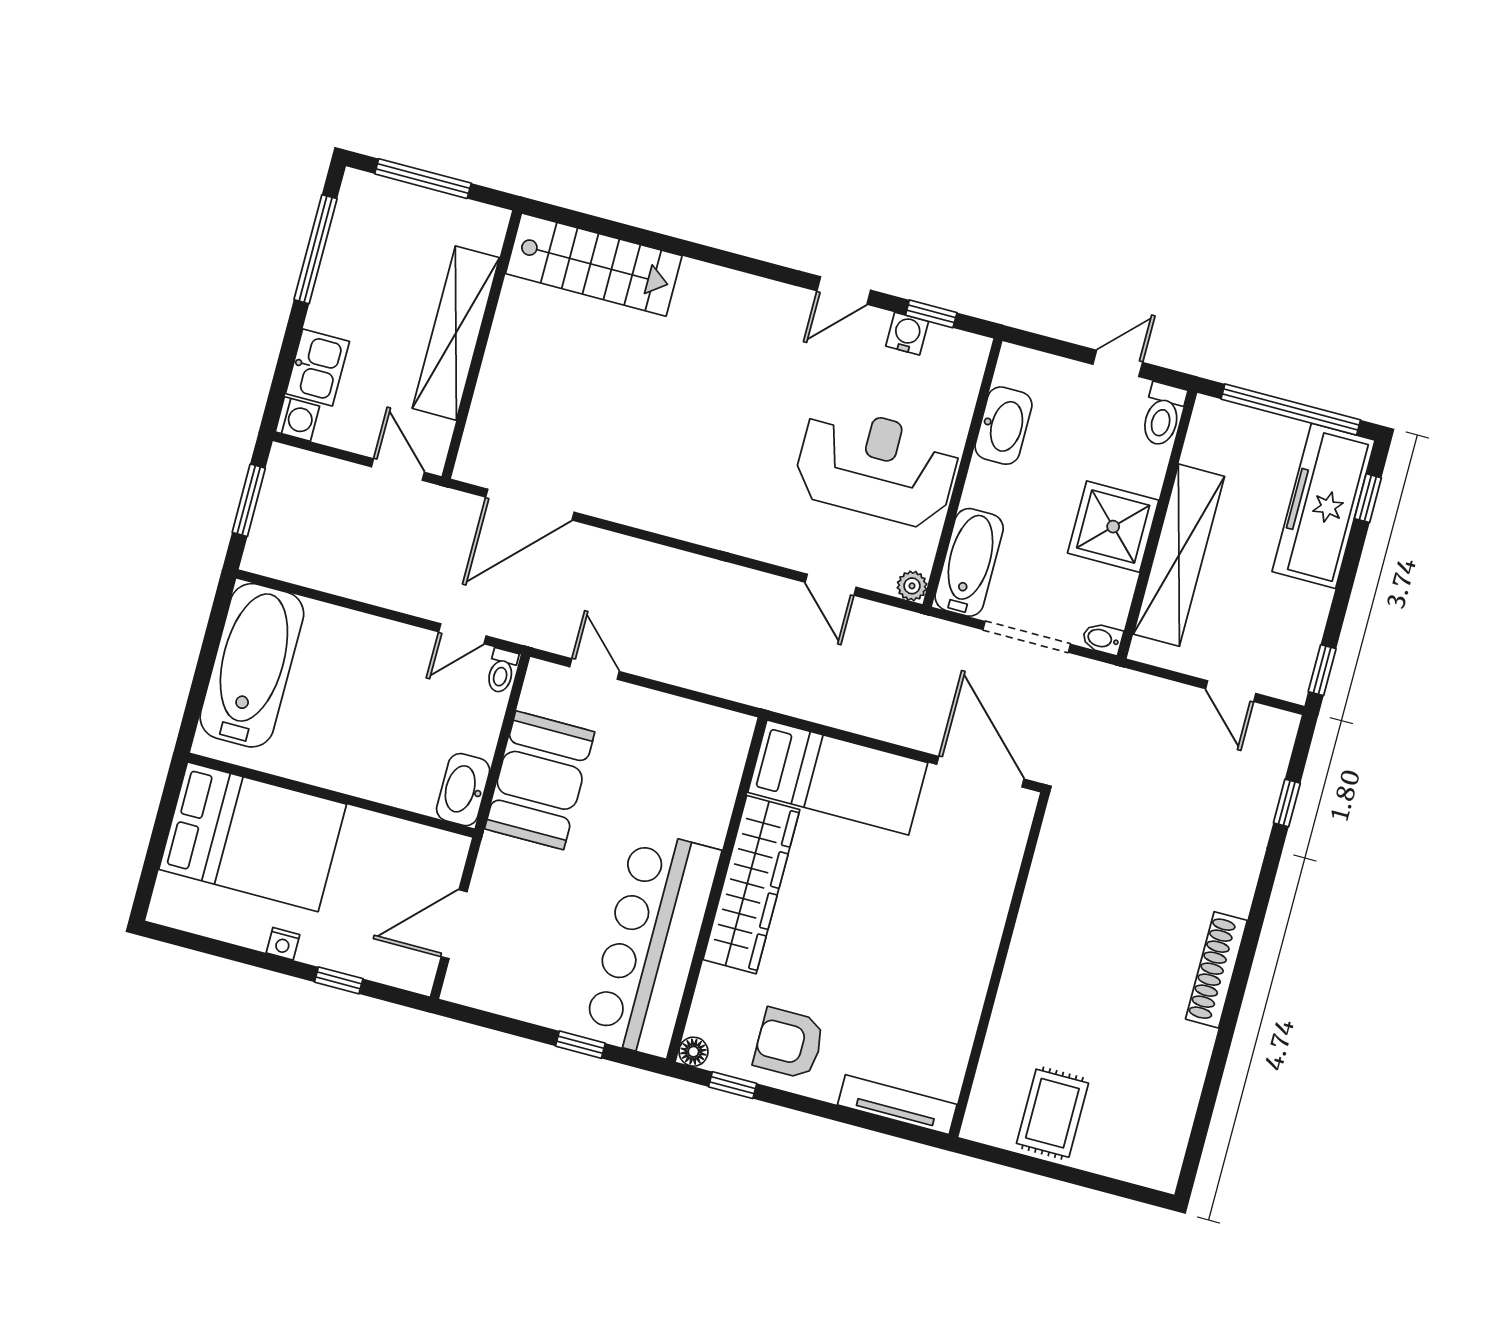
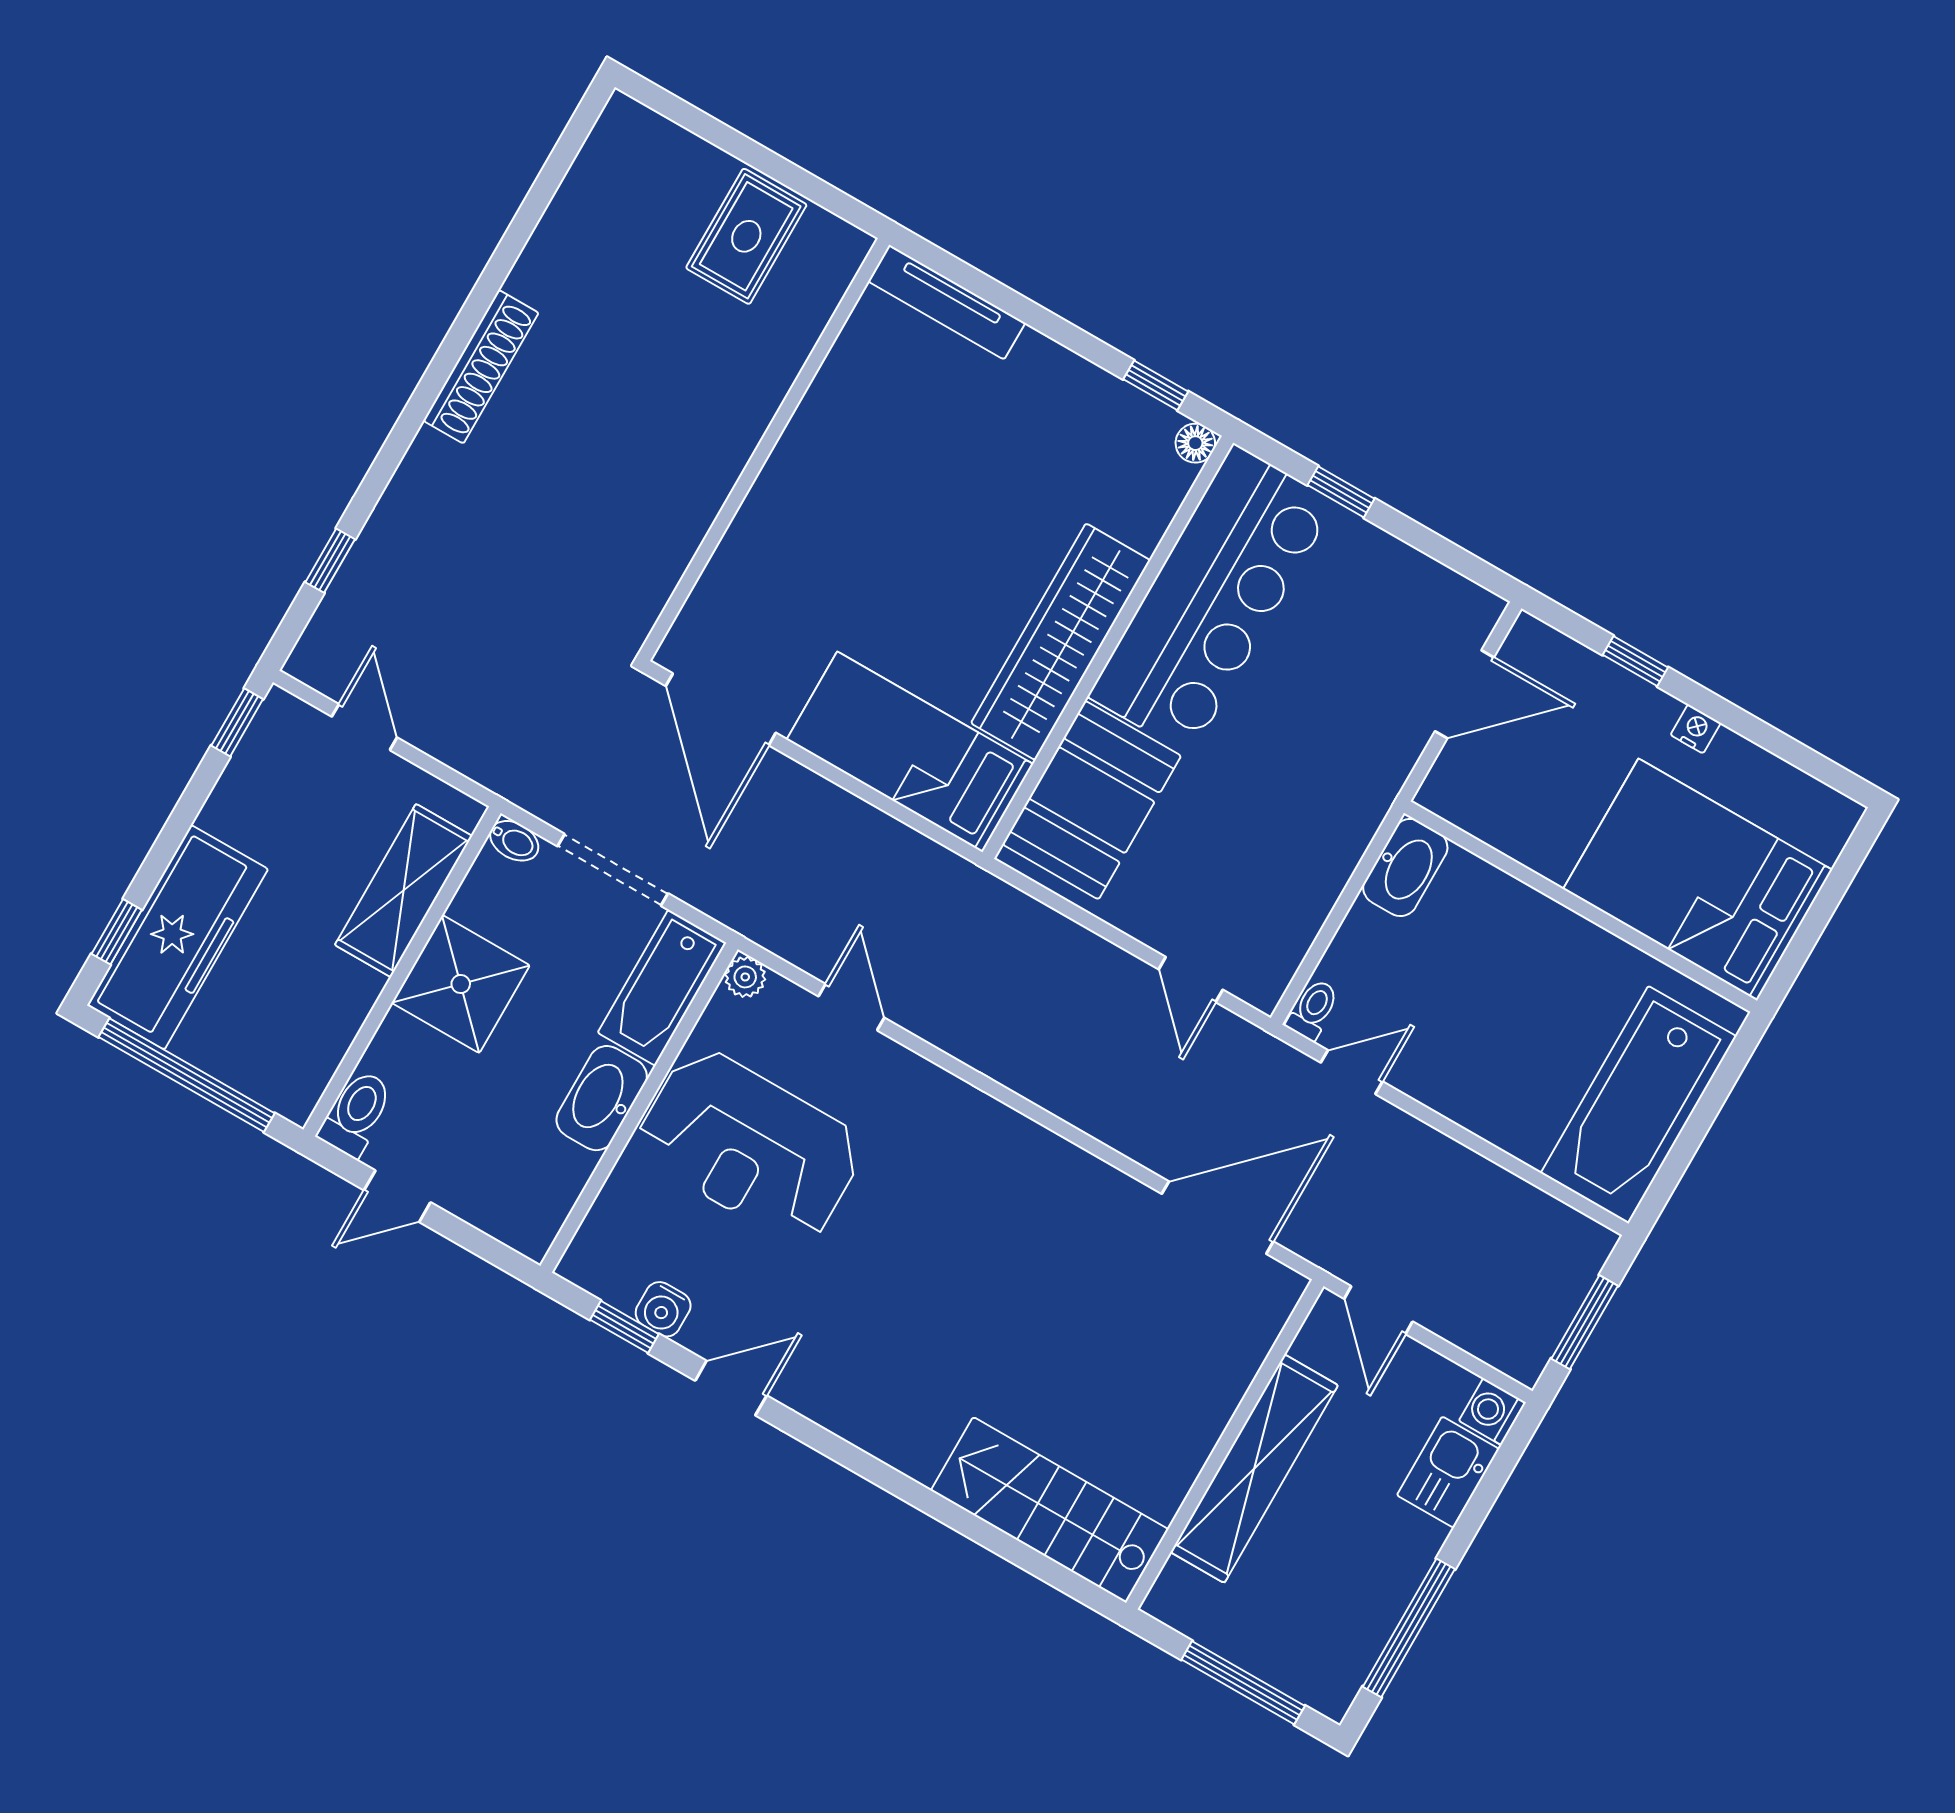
washbasin: (1003, 426) -> (602, 1098), moved
shelving: (1179, 555) -> (403, 891), width x0.68
booth: (540, 780) -> (1092, 800), moved
armchair: (789, 1043) -> (1067, 420), removed

